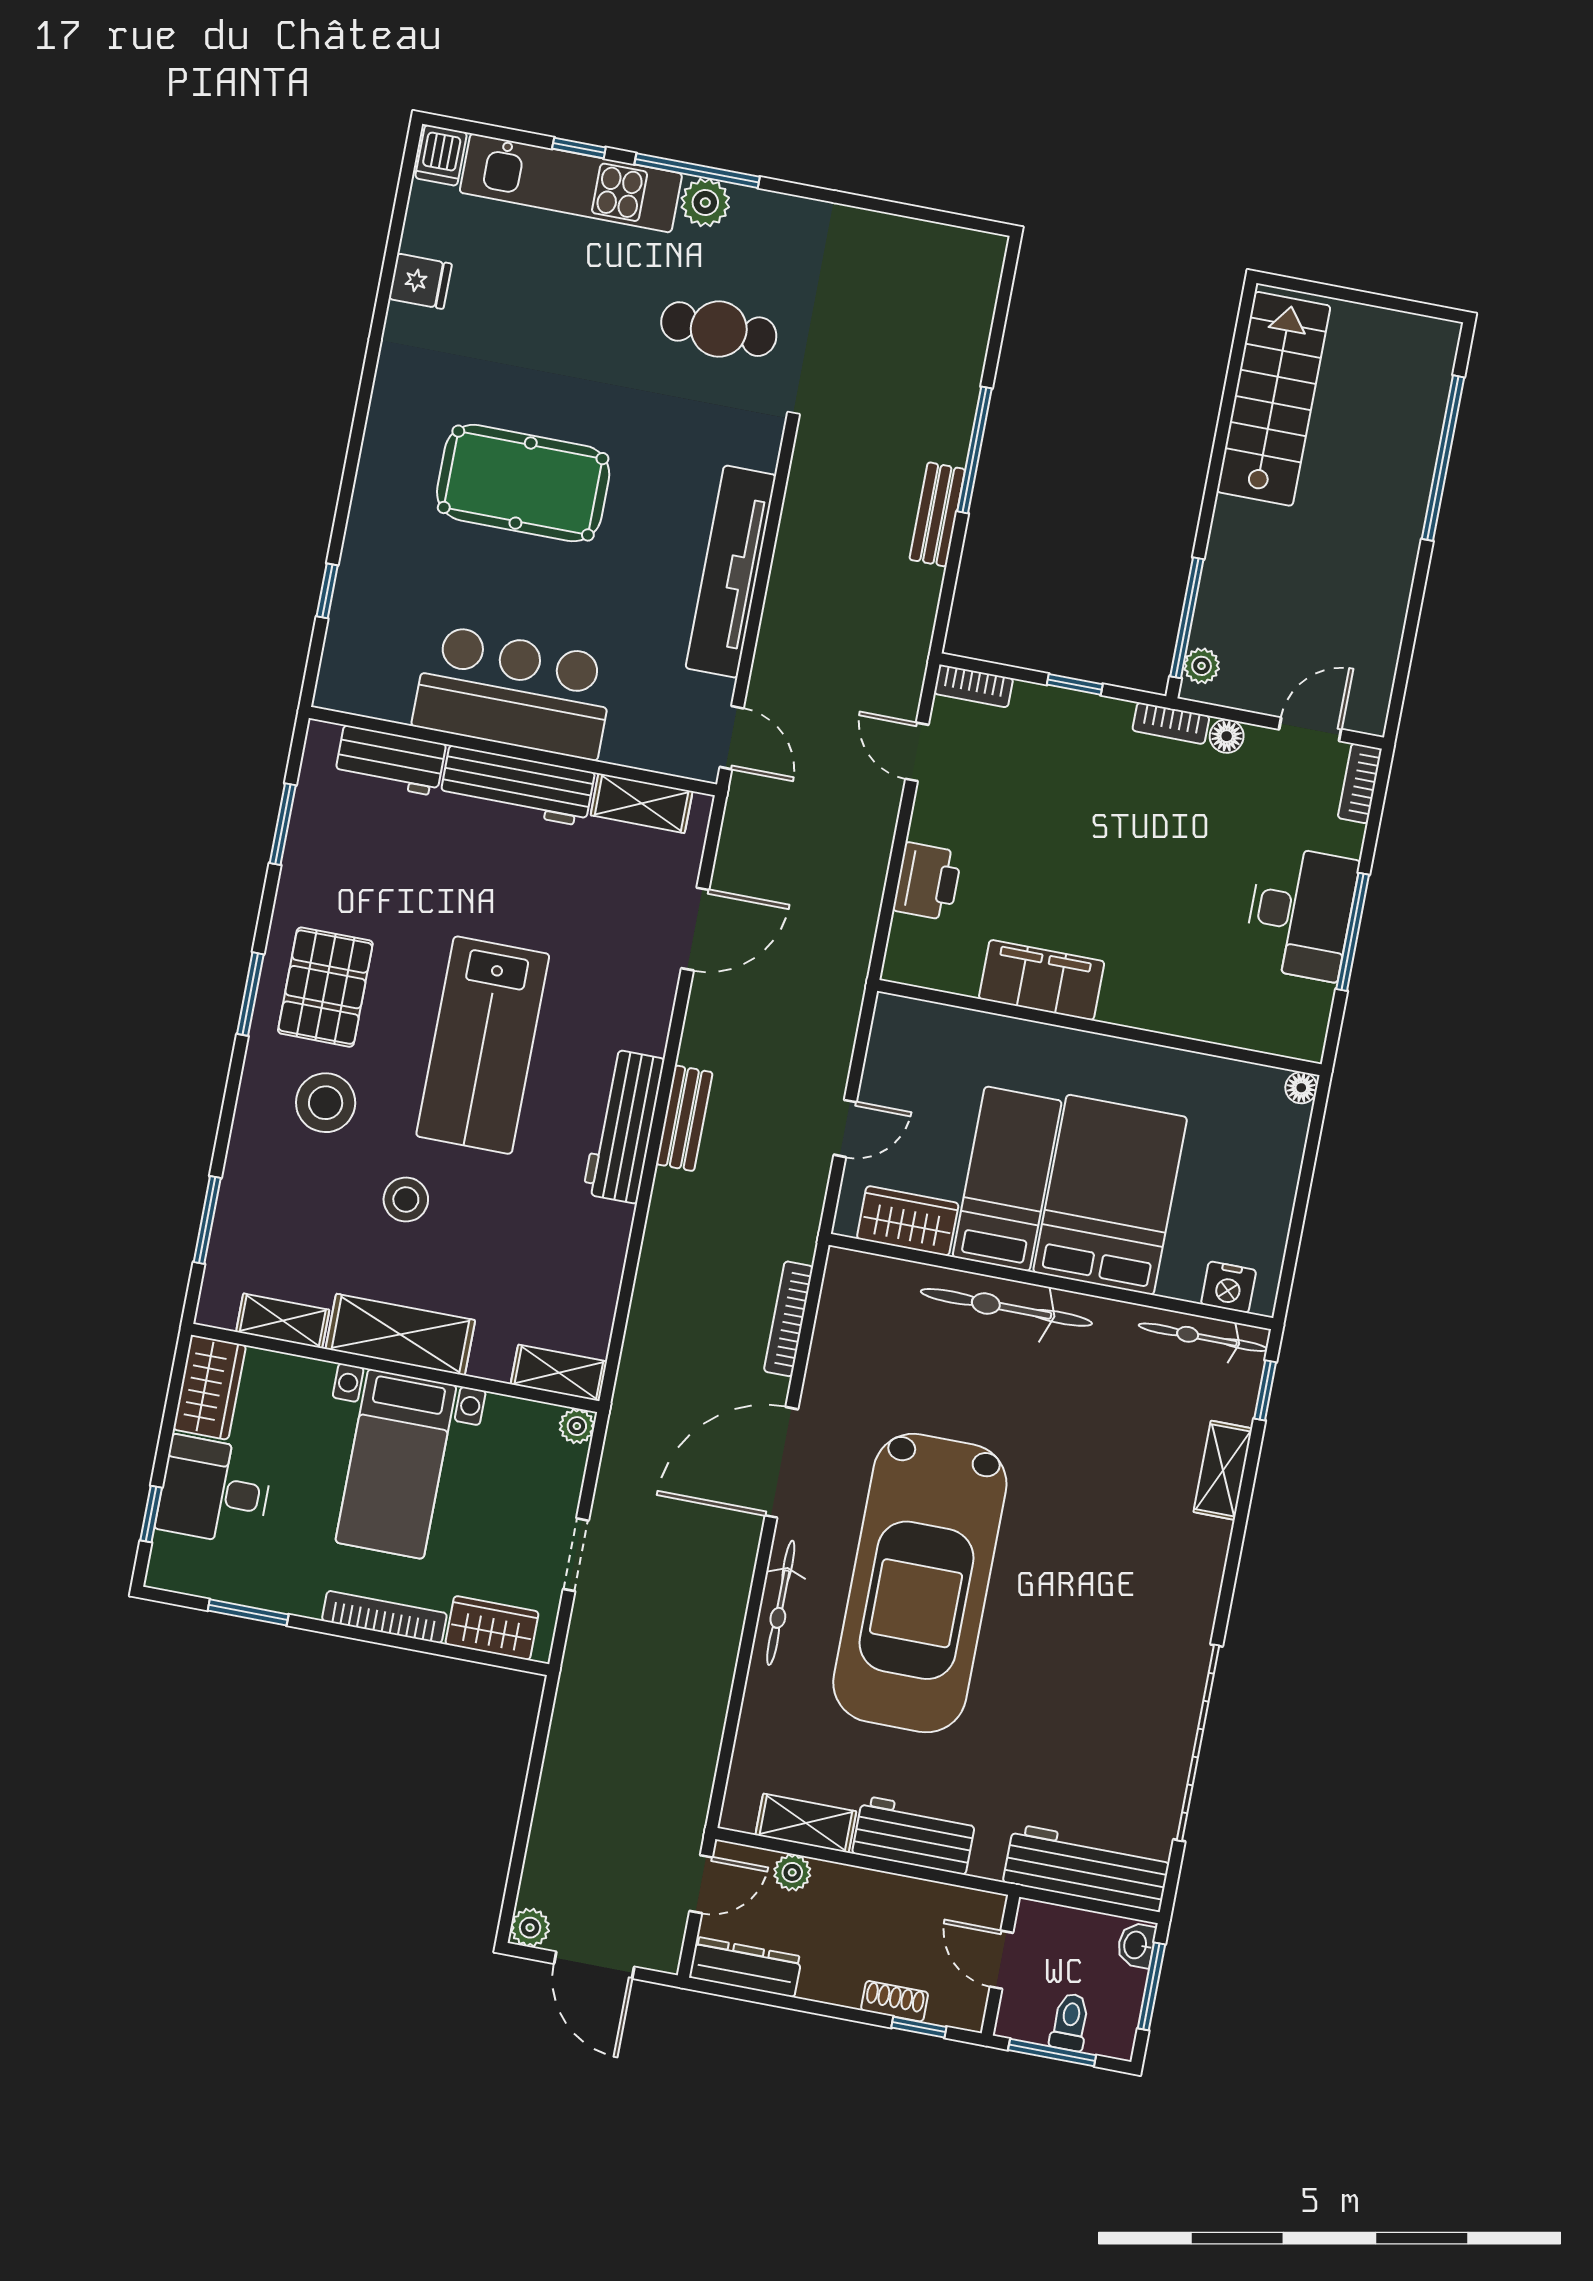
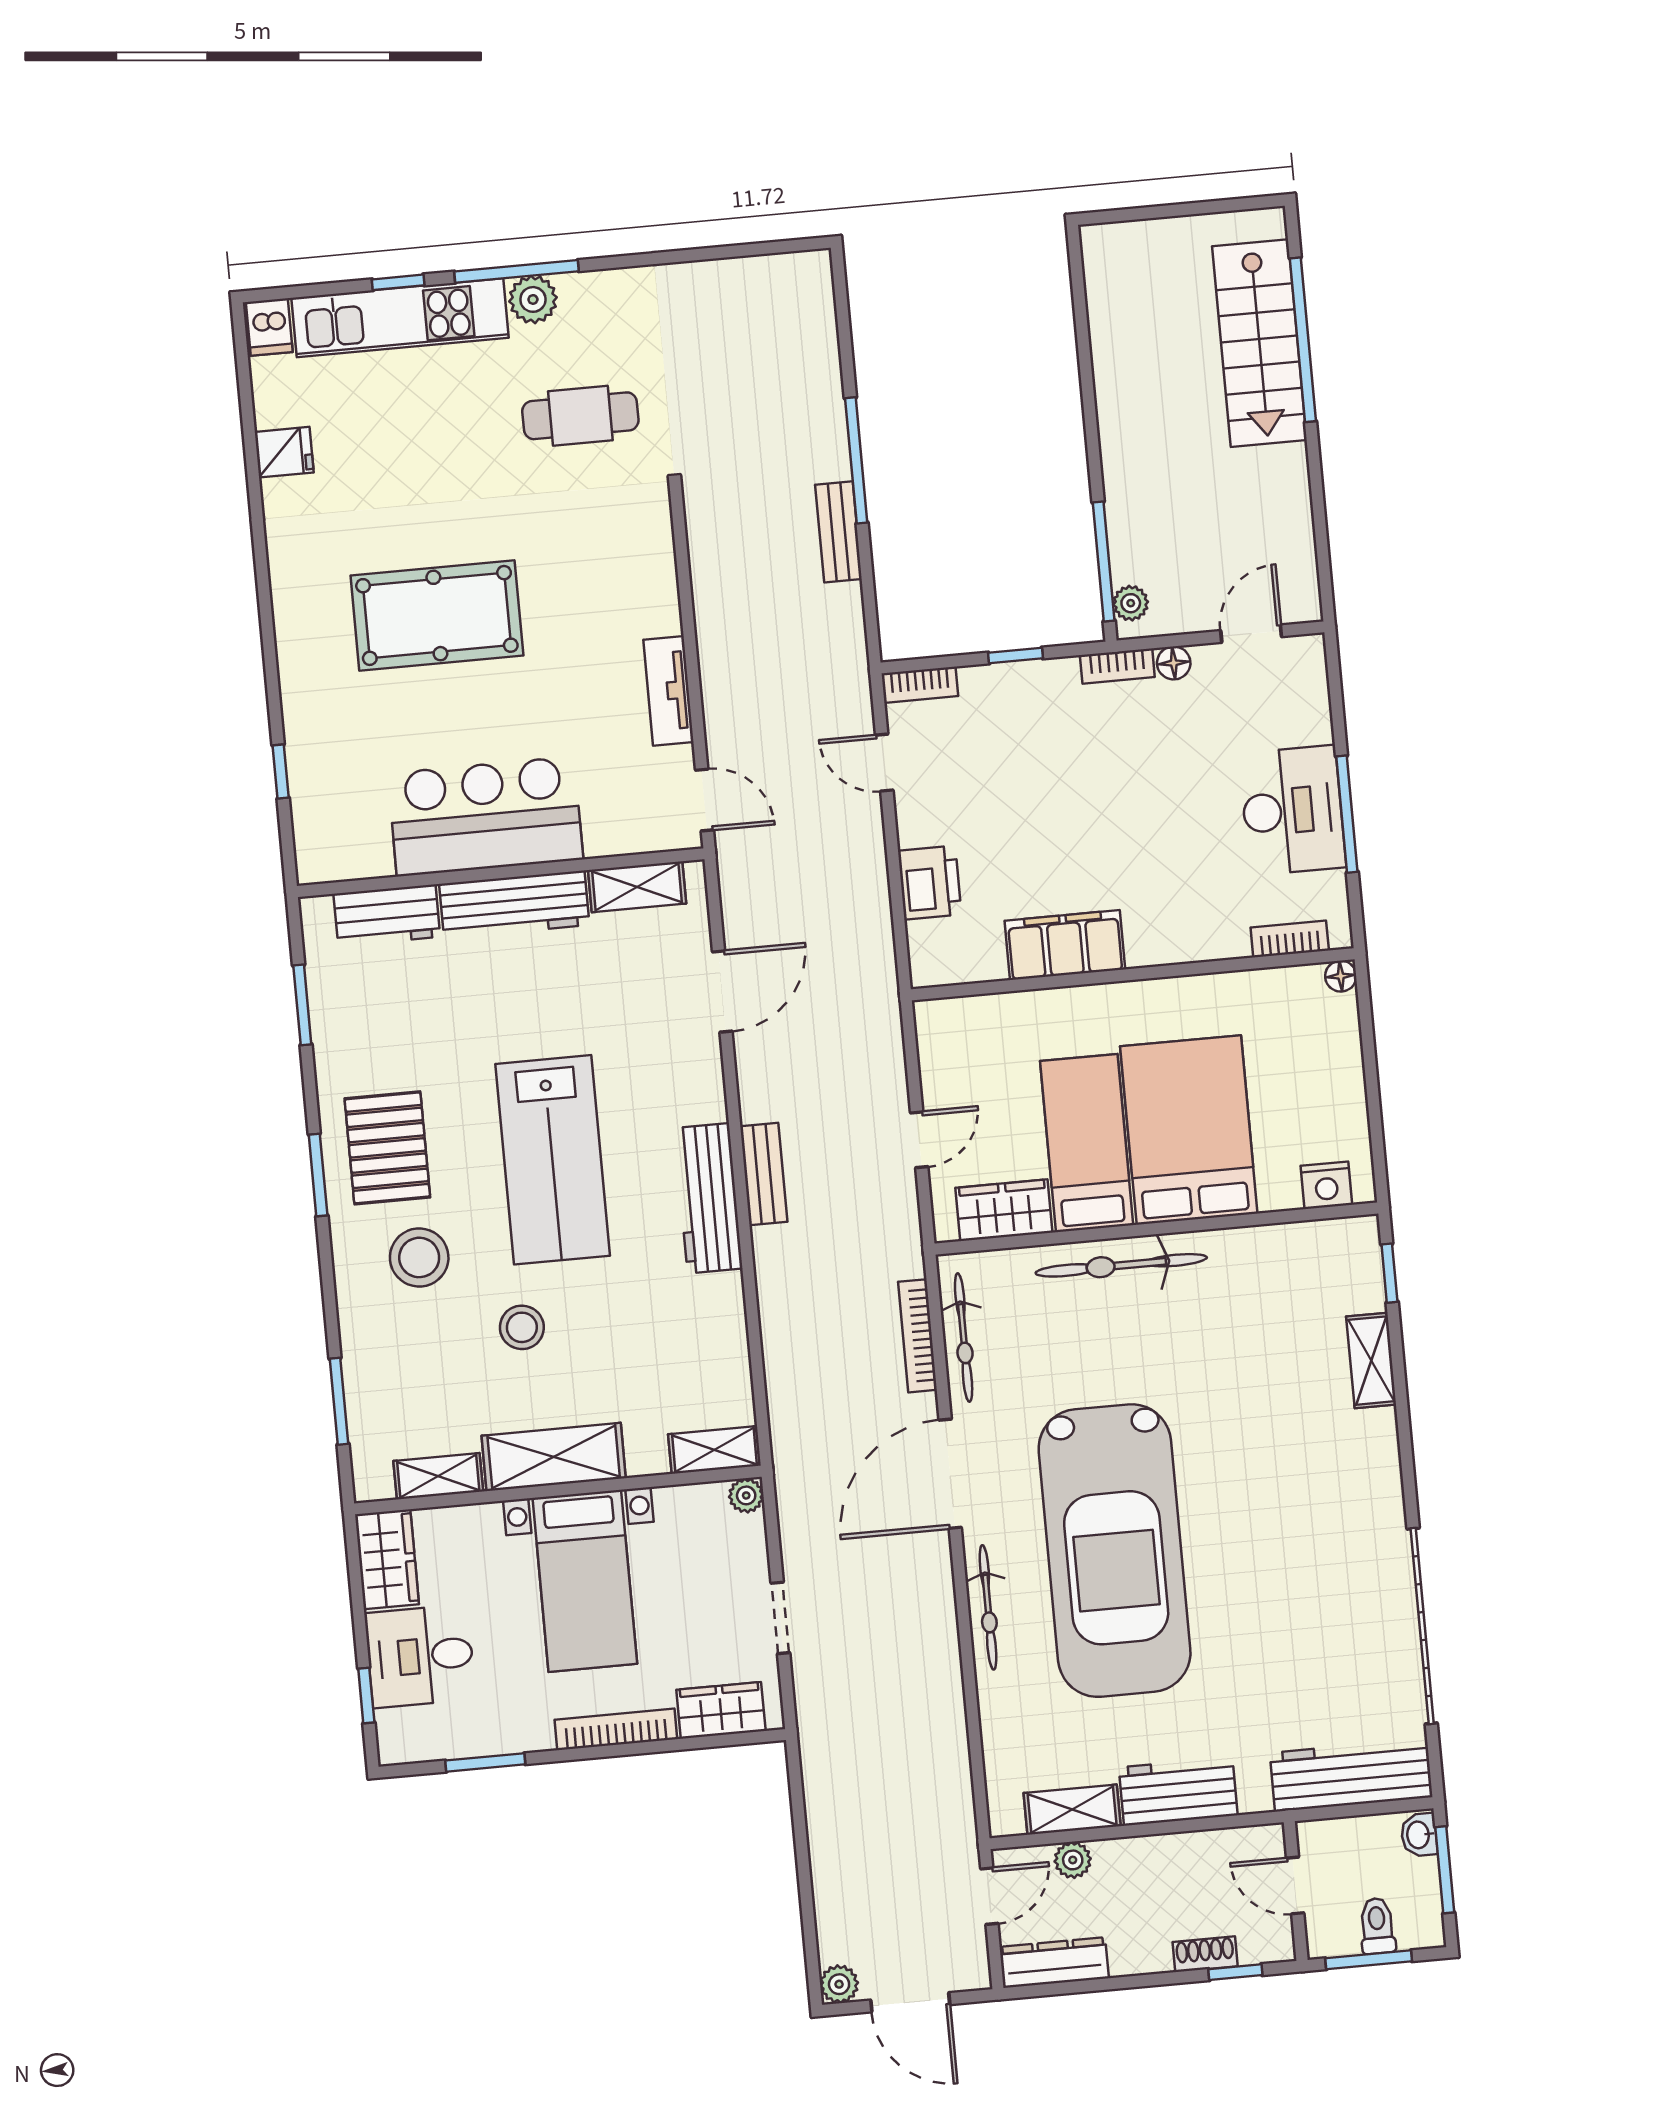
stairs: (1274, 399) -> (1259, 343), moved, turned 180
tv unit: (731, 572) -> (668, 691), width x0.52, depth x0.78
bookcase: (1360, 783) -> (1290, 939), moved, turned 90
bicycle: (1203, 1337) -> (964, 1338), moved, turned -90

